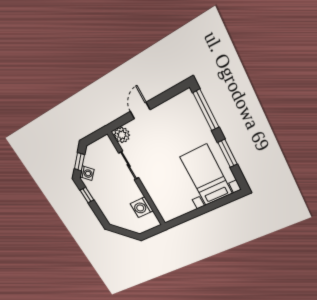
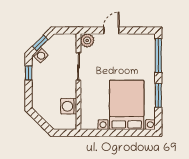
bed with nightstands: (206, 175) -> (127, 105), width x1.36

